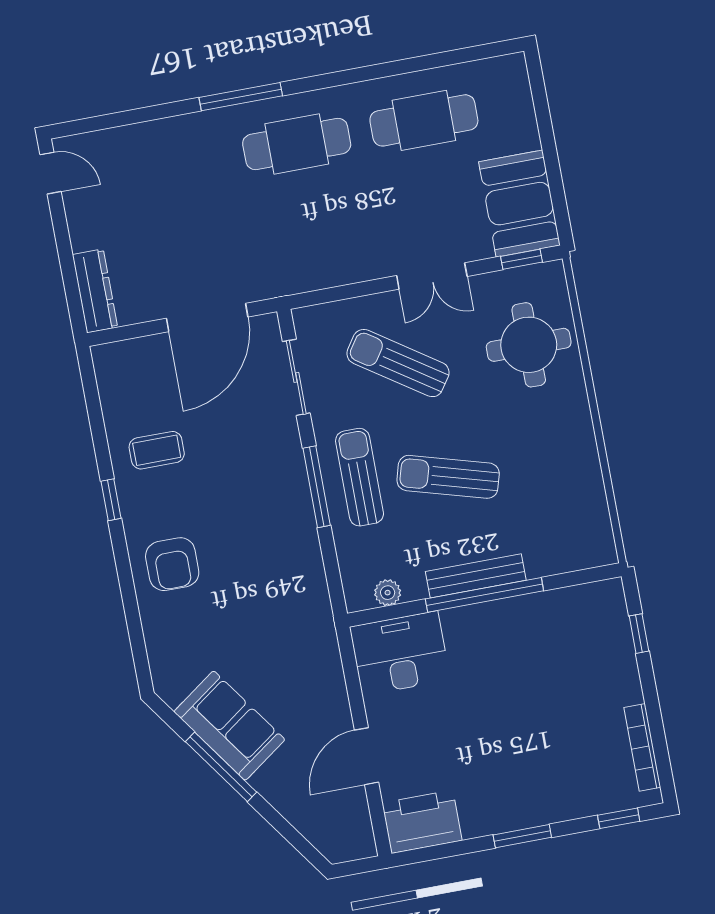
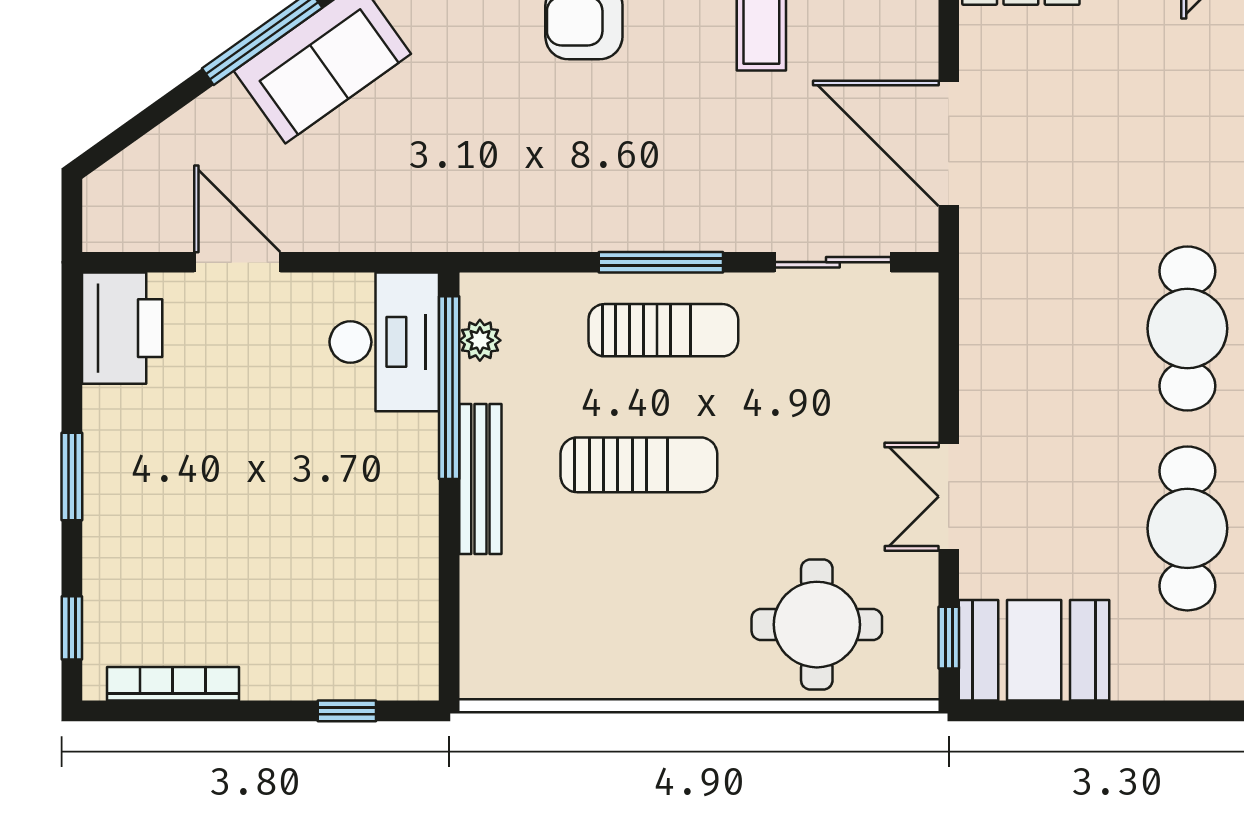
sun lounger: (398, 363) -> (826, 421), removed
sun lounger: (448, 477) -> (639, 465), turned 74
window: (484, 595) -> (449, 388), moved

